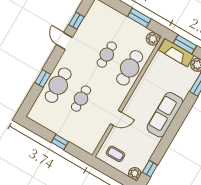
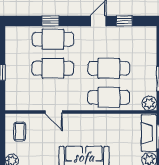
cafe table: (107, 55) -> (109, 68), width x1.37, depth x1.35
cafe table: (81, 99) -> (53, 68), width x1.37, depth x1.35

